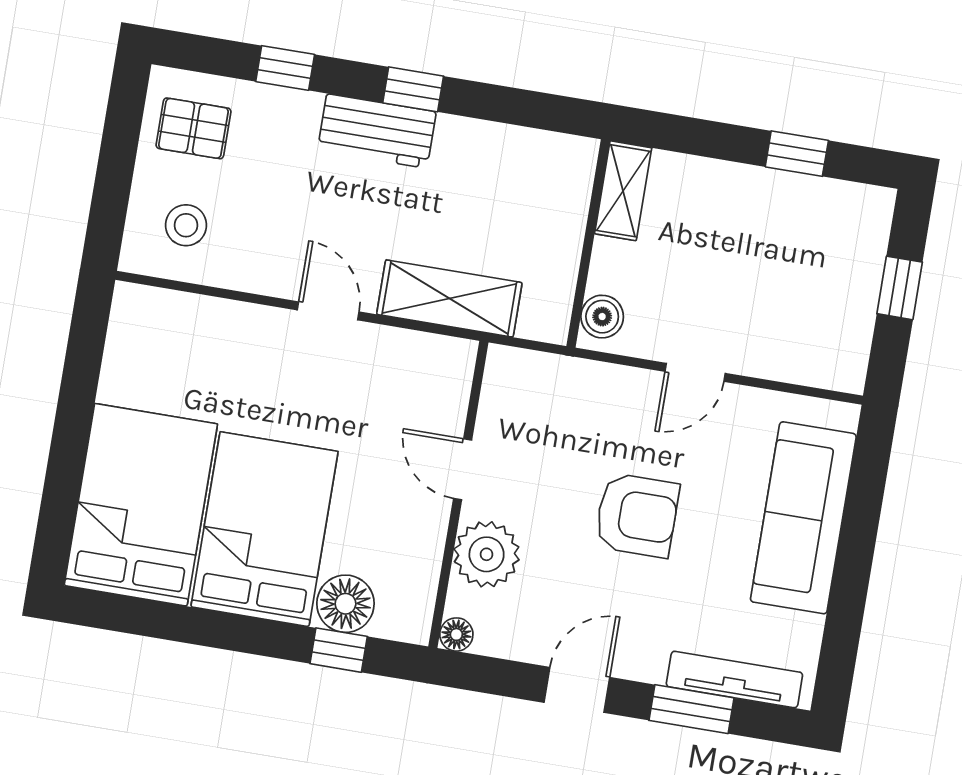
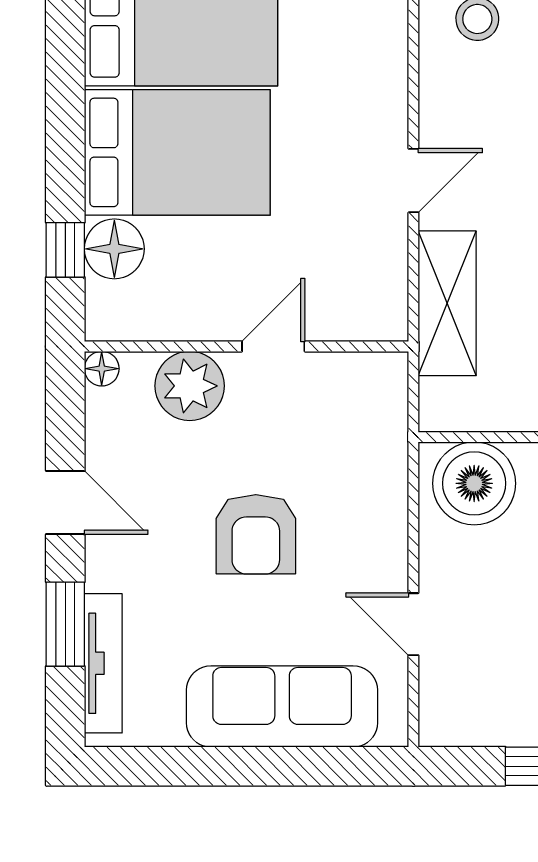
boiler: (602, 317) -> (474, 483), width x1.86, depth x1.86
door: (695, 372) -> (413, 624), moved

